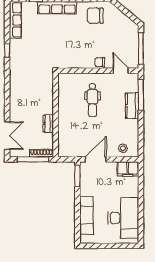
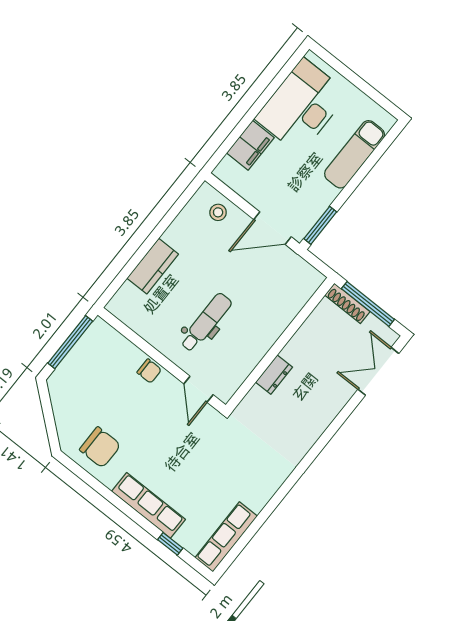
window: (7, 50) -> (276, 501), removed
door: (121, 71) -> (198, 389), moved
window: (141, 95) -> (126, 272), removed
dresser: (48, 124) -> (274, 375), moved
filing cabinet: (128, 169) -> (250, 145), moved, turned 90

